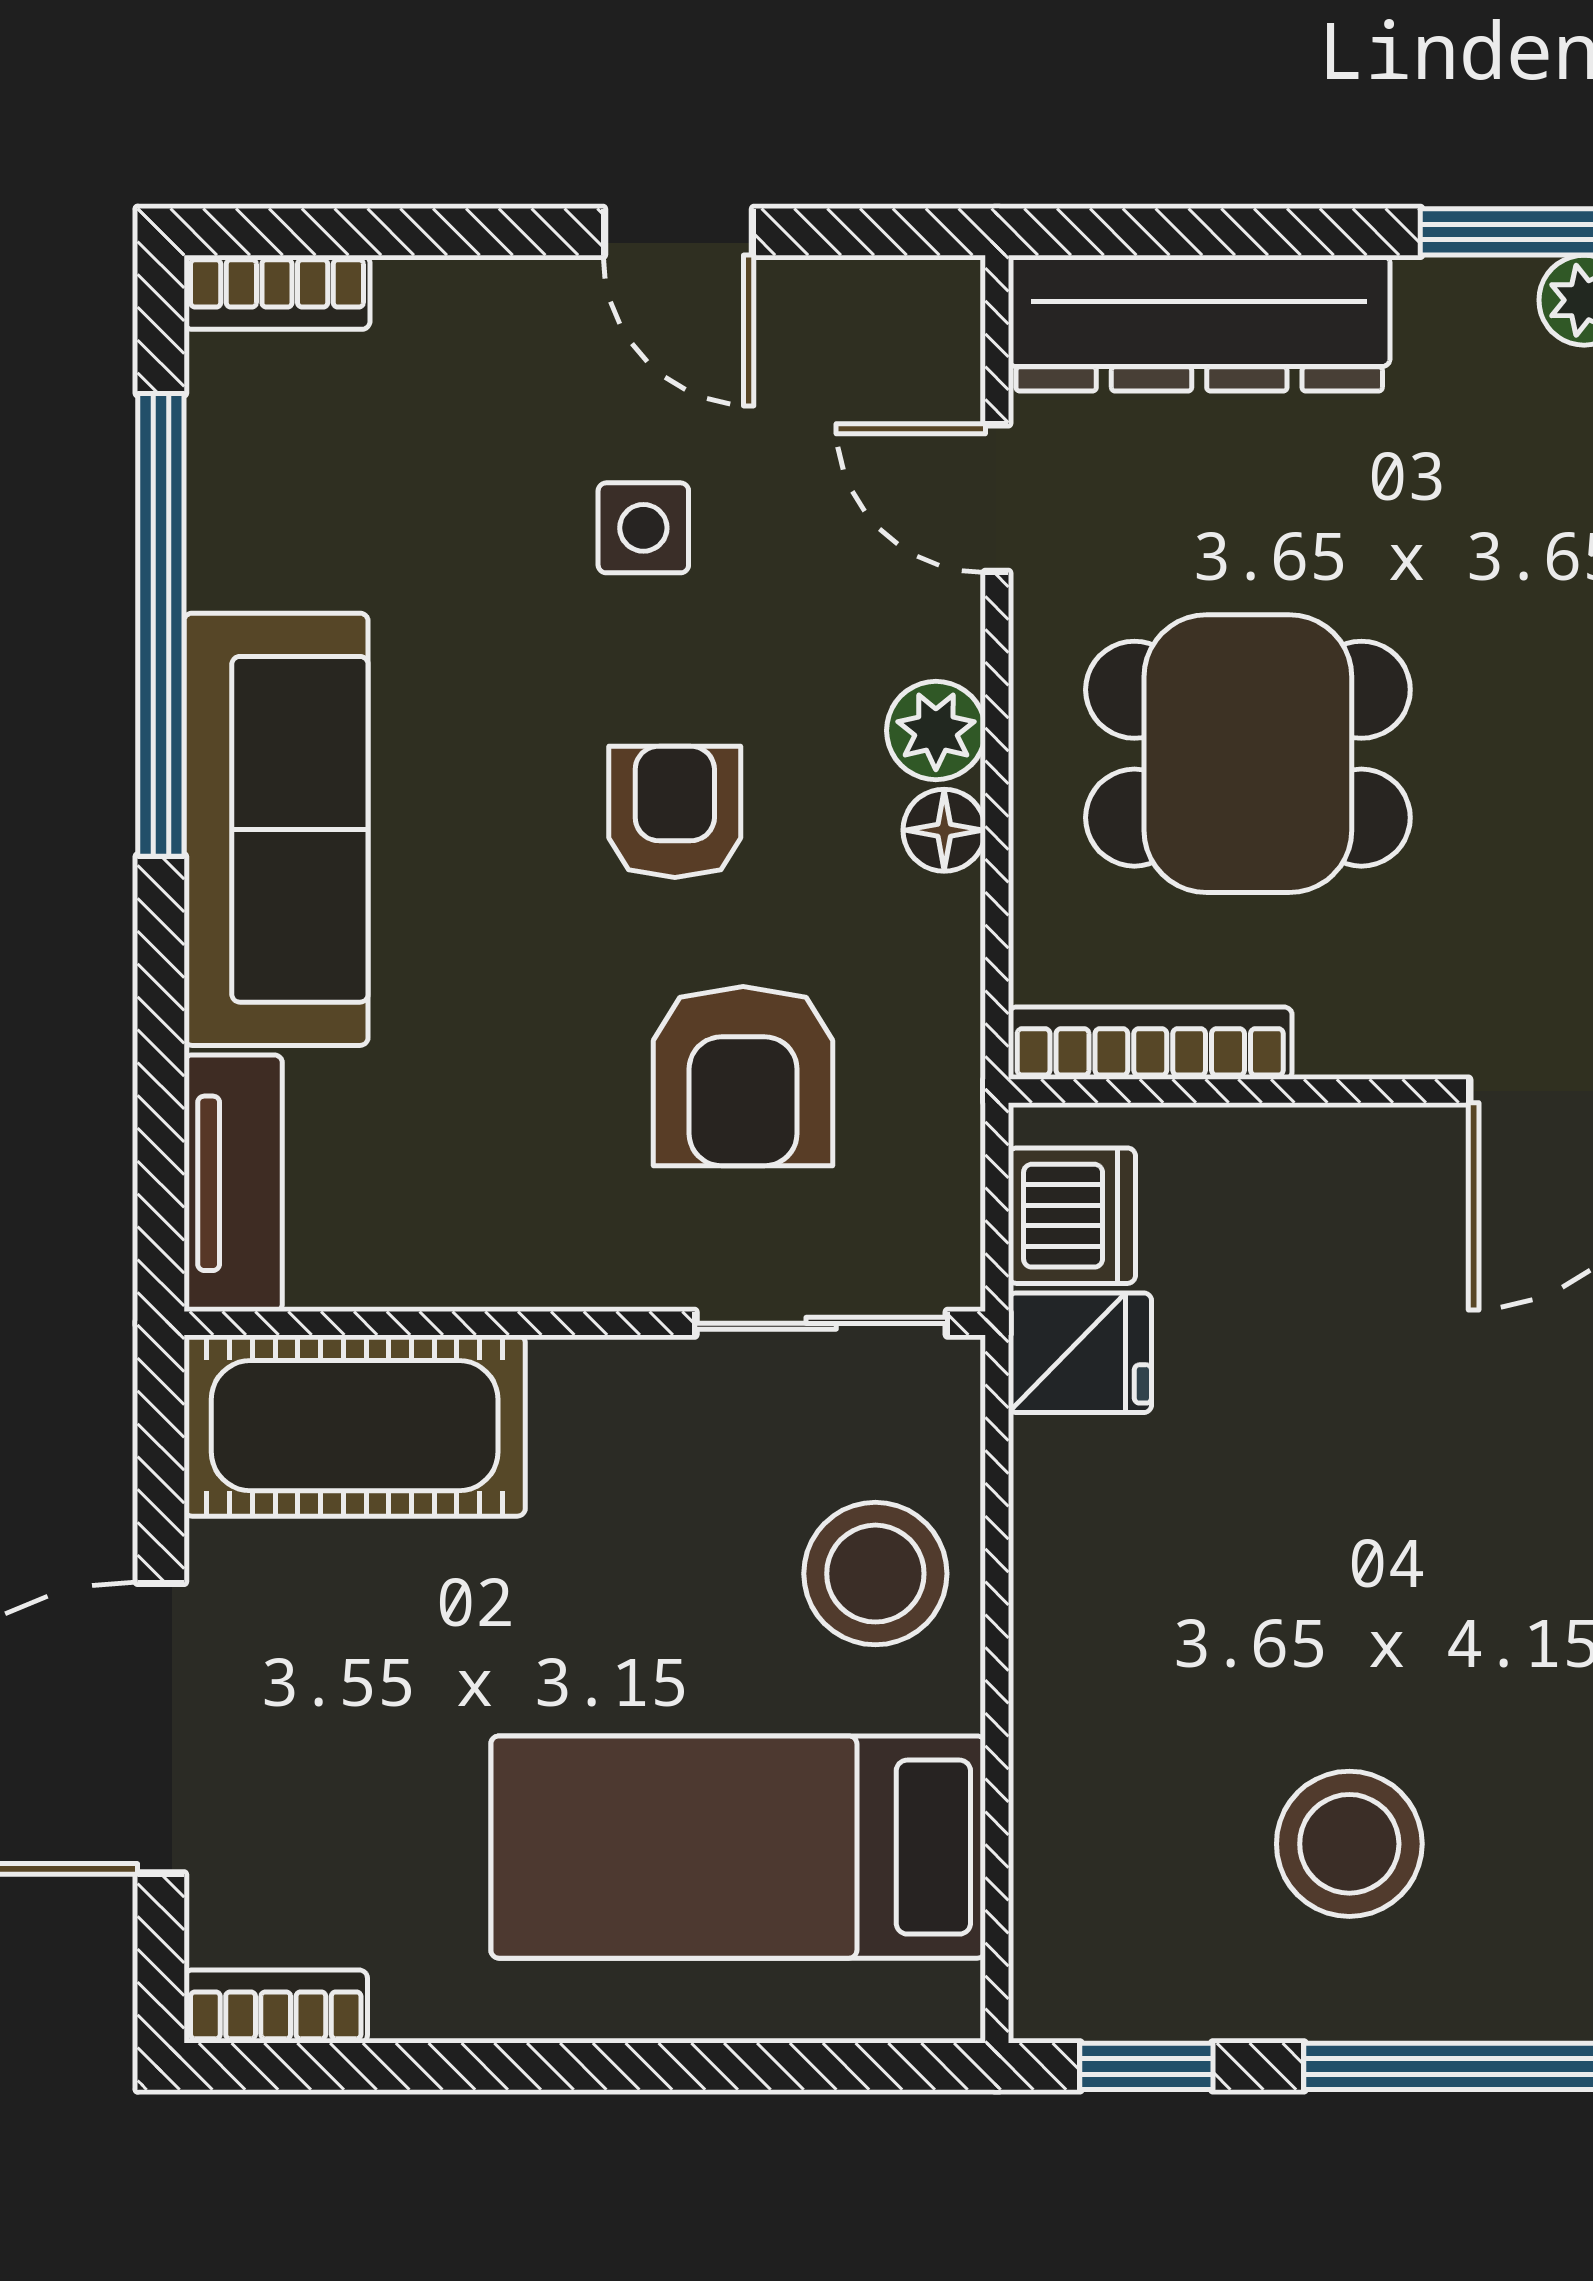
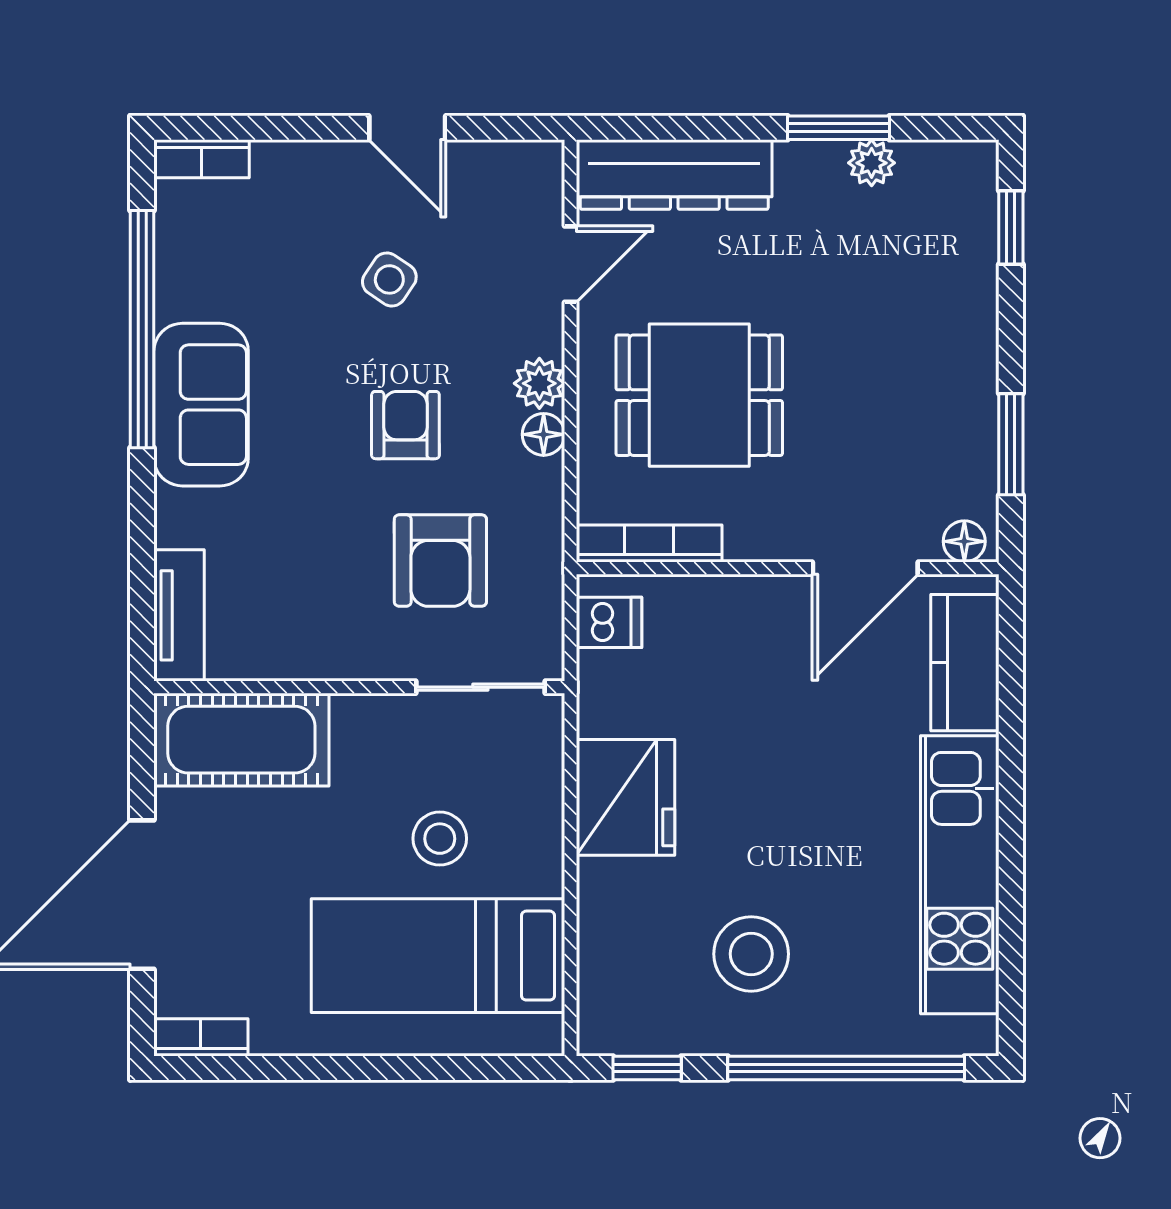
door: (997, 498) -> (571, 264), swing flipped
side table: (643, 528) -> (389, 279), turned 34
sofa: (276, 829) -> (201, 405), width x0.73
dishwasher: (1072, 1216) -> (609, 622), width x0.73
fridge: (1080, 1353) -> (626, 797), moved, width x1.88, depth x1.34
stool: (875, 1574) -> (440, 839), moved, width x0.73, depth x0.73

